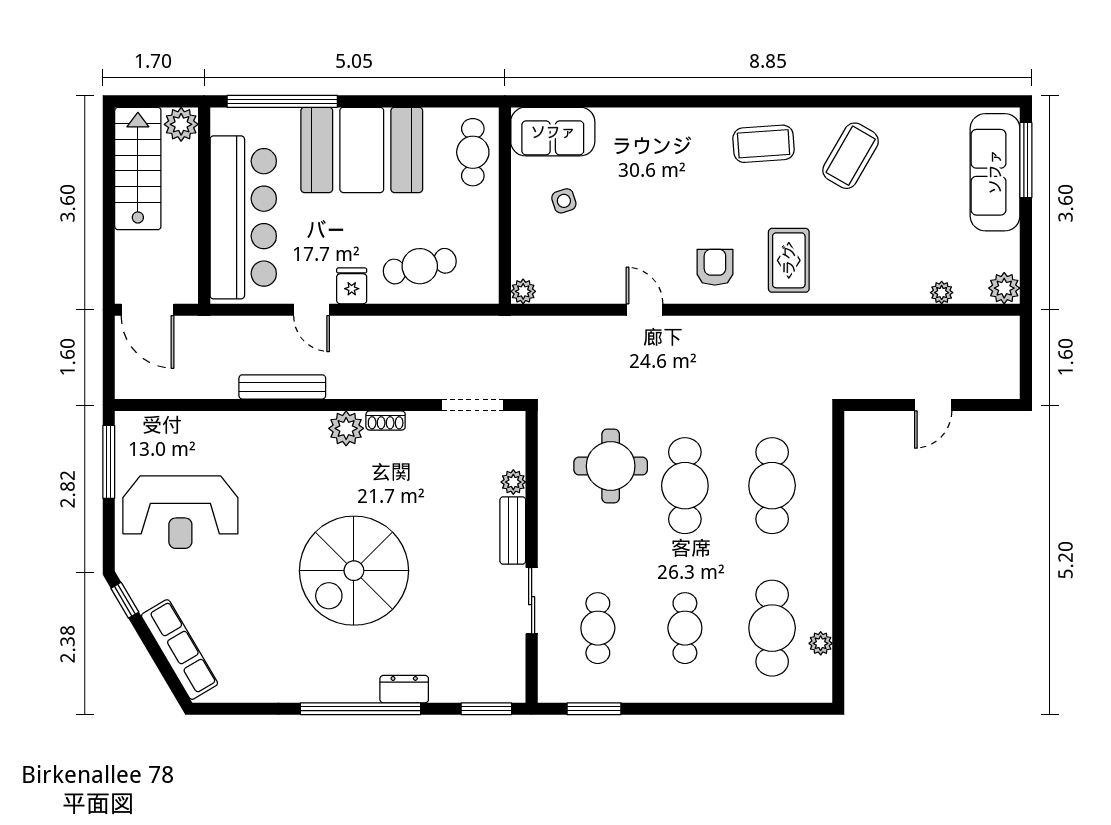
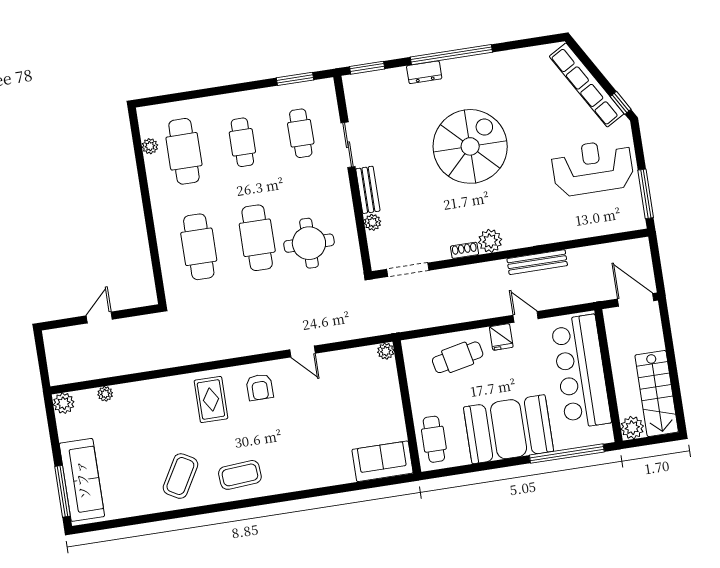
side table: (564, 201) -> (368, 416), removed
row of seats: (180, 650) -> (587, 85), width x1.36

